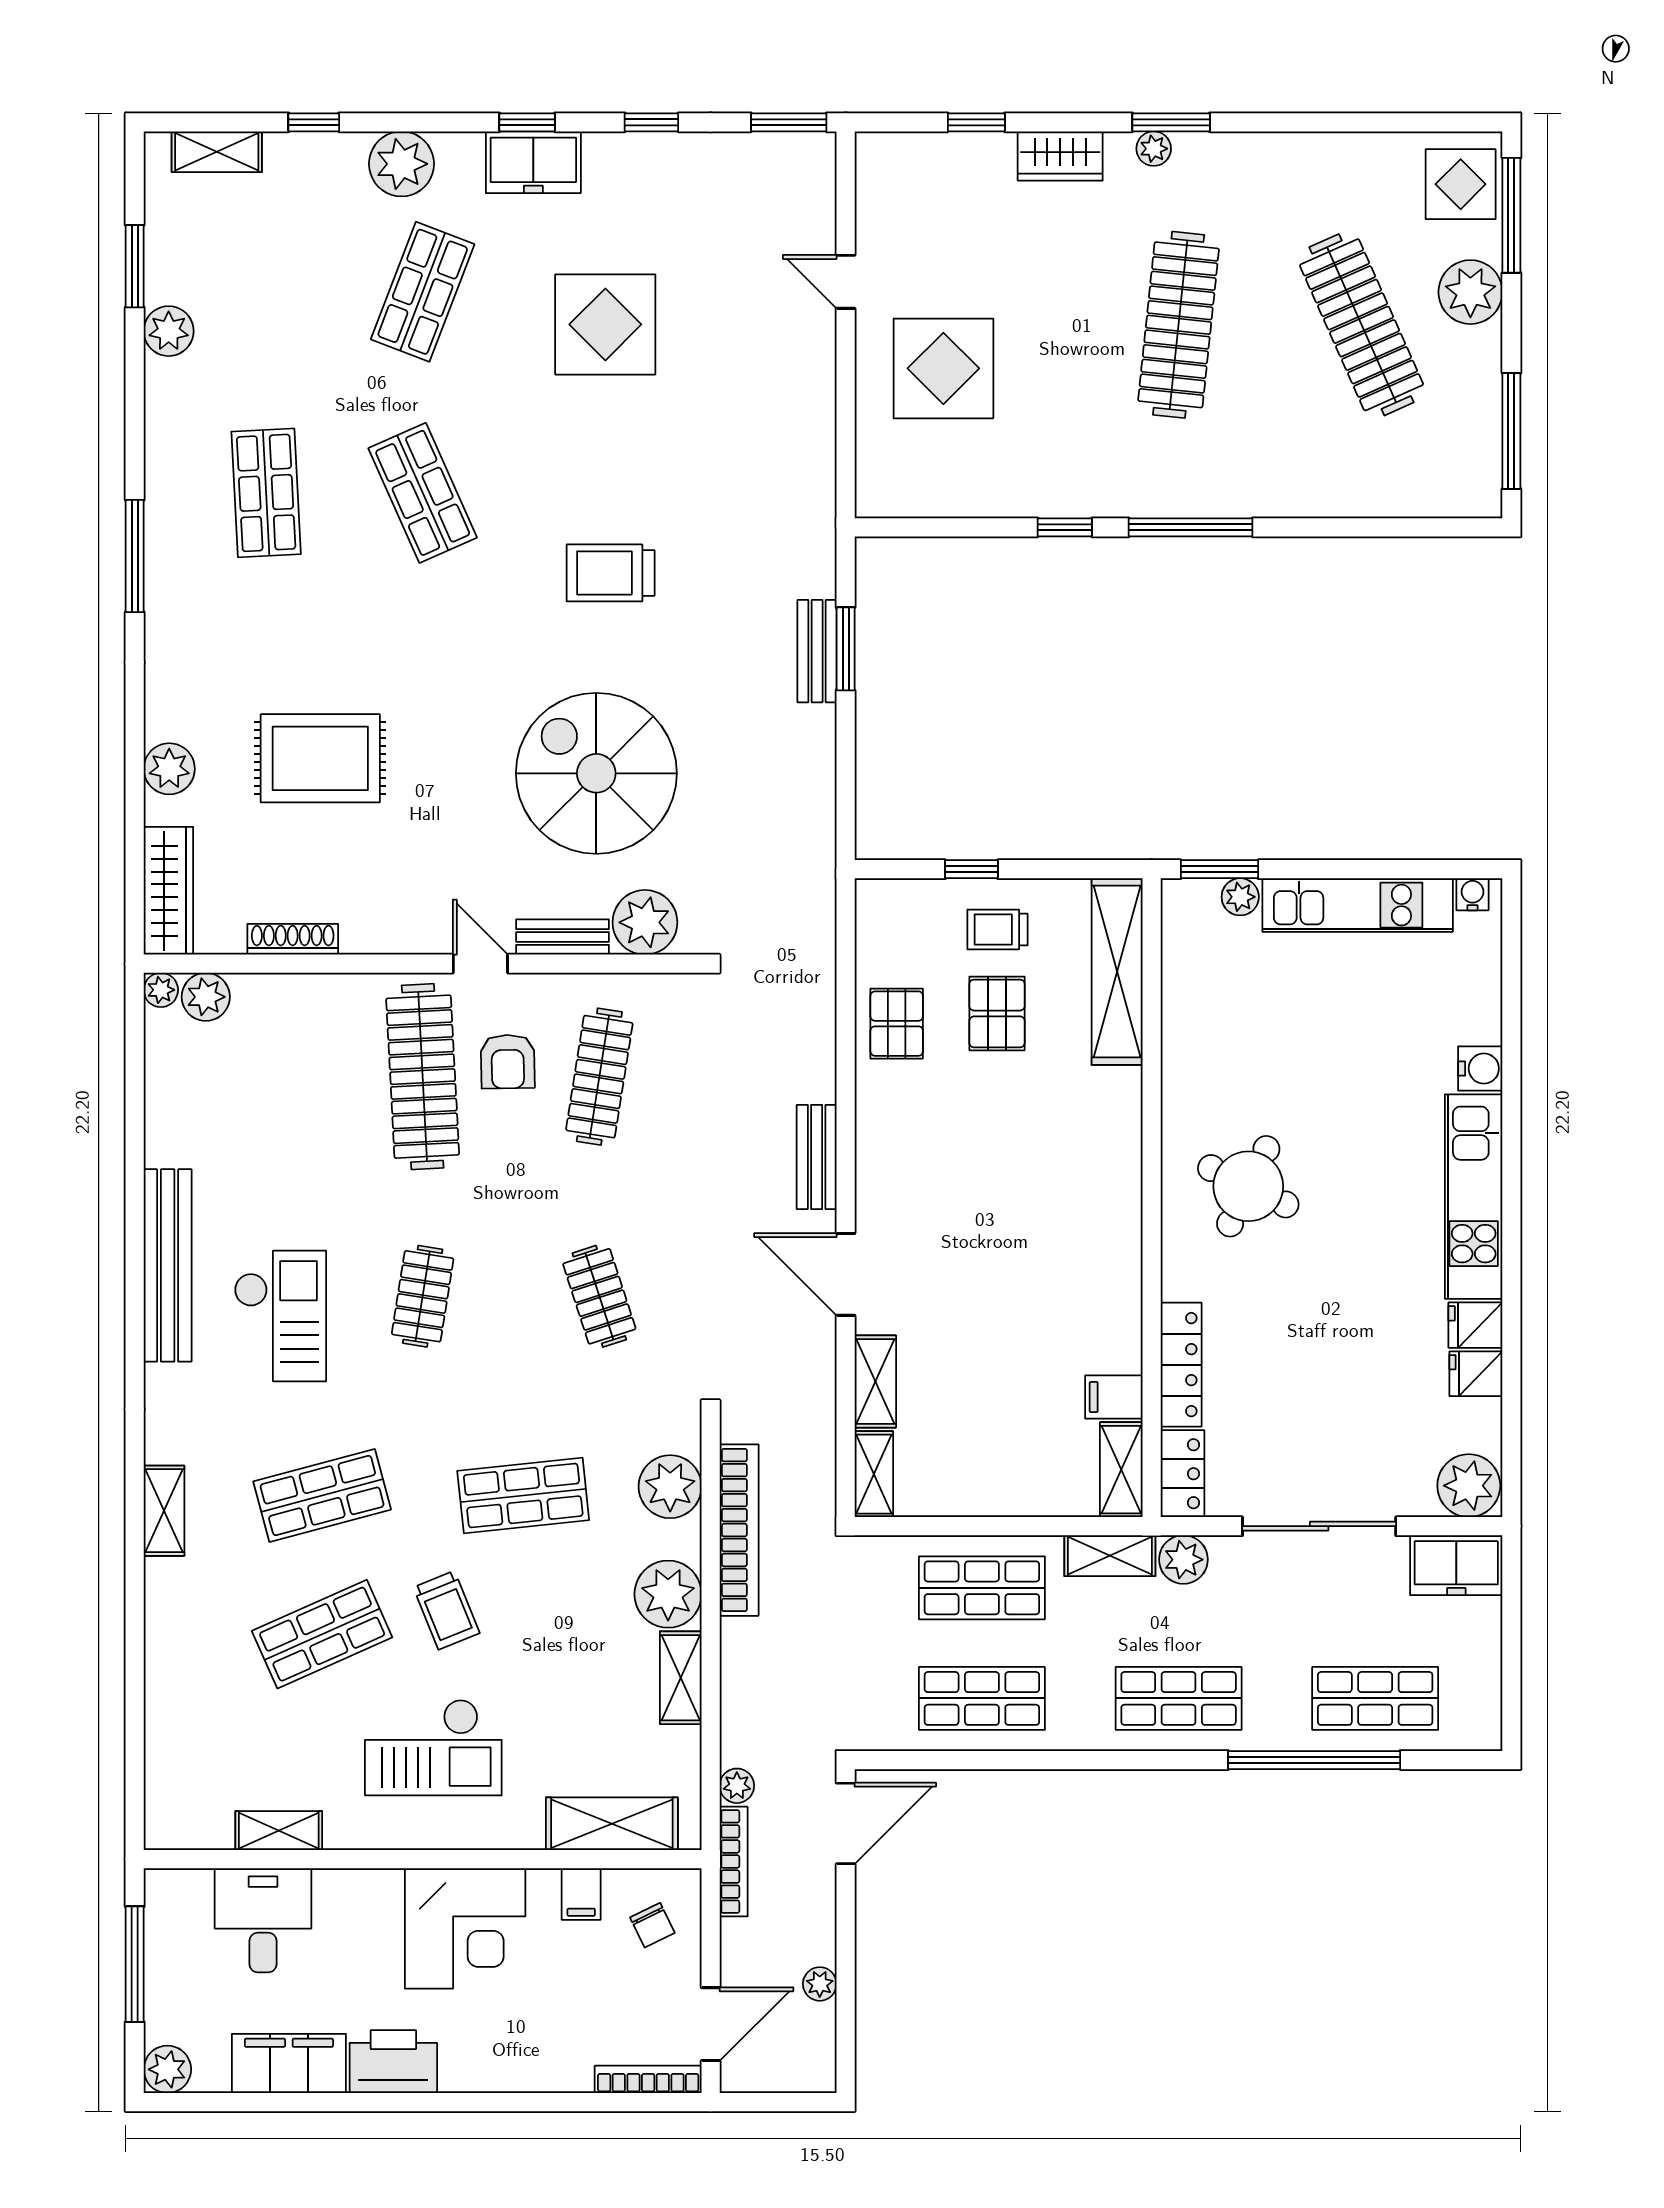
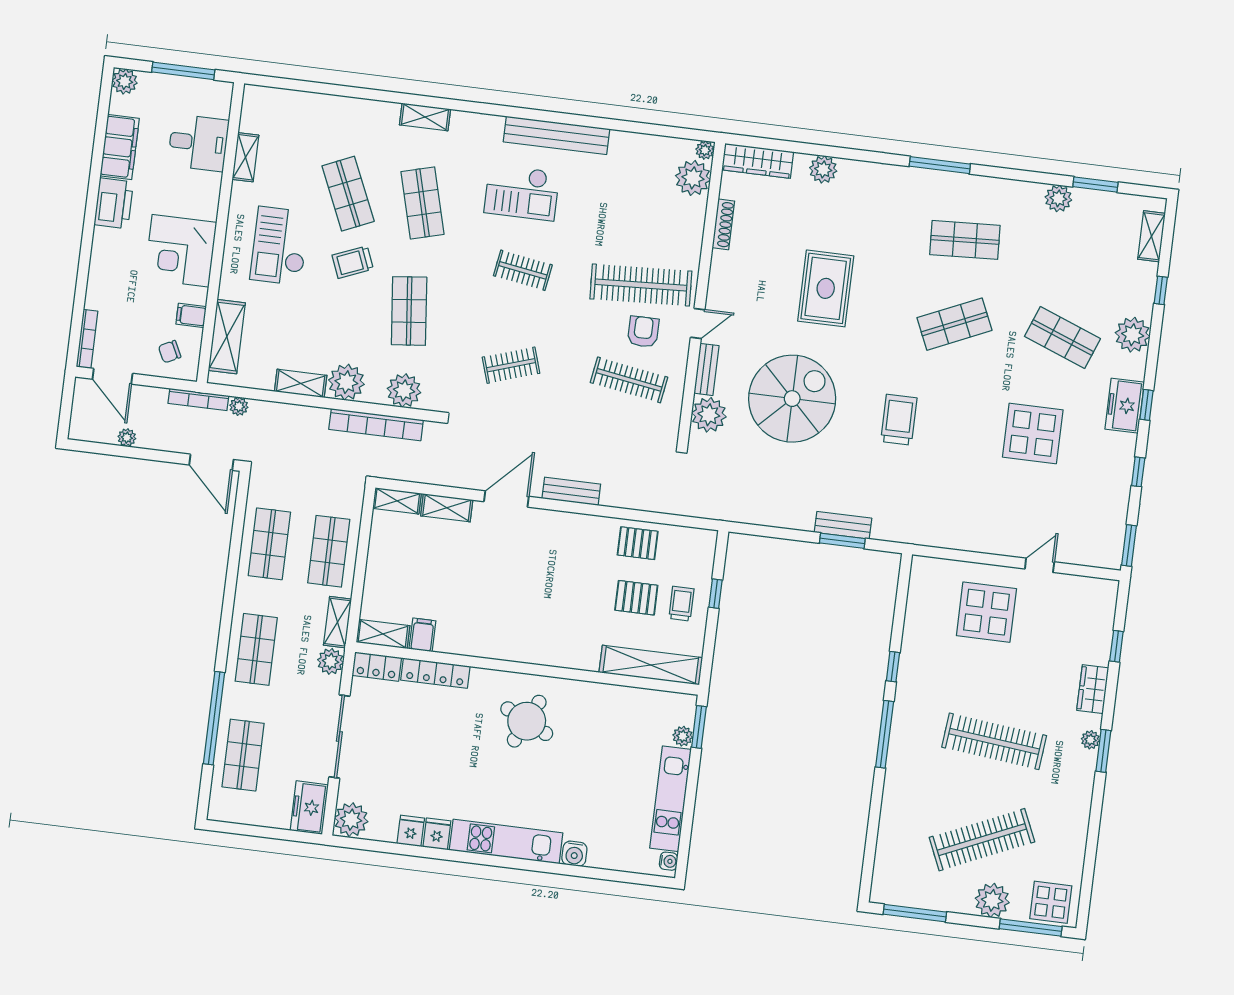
rug: (320, 758) -> (826, 288), moved
plant: (206, 997) -> (693, 178), width x1.36, depth x1.36
armchair: (508, 1062) -> (643, 332), turned 91

